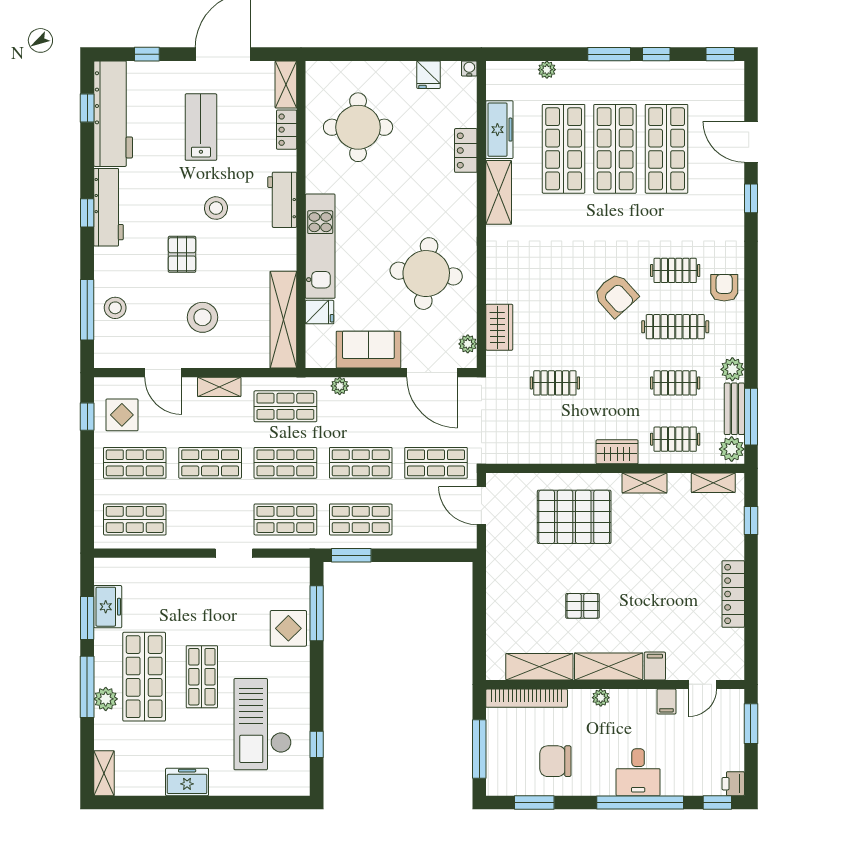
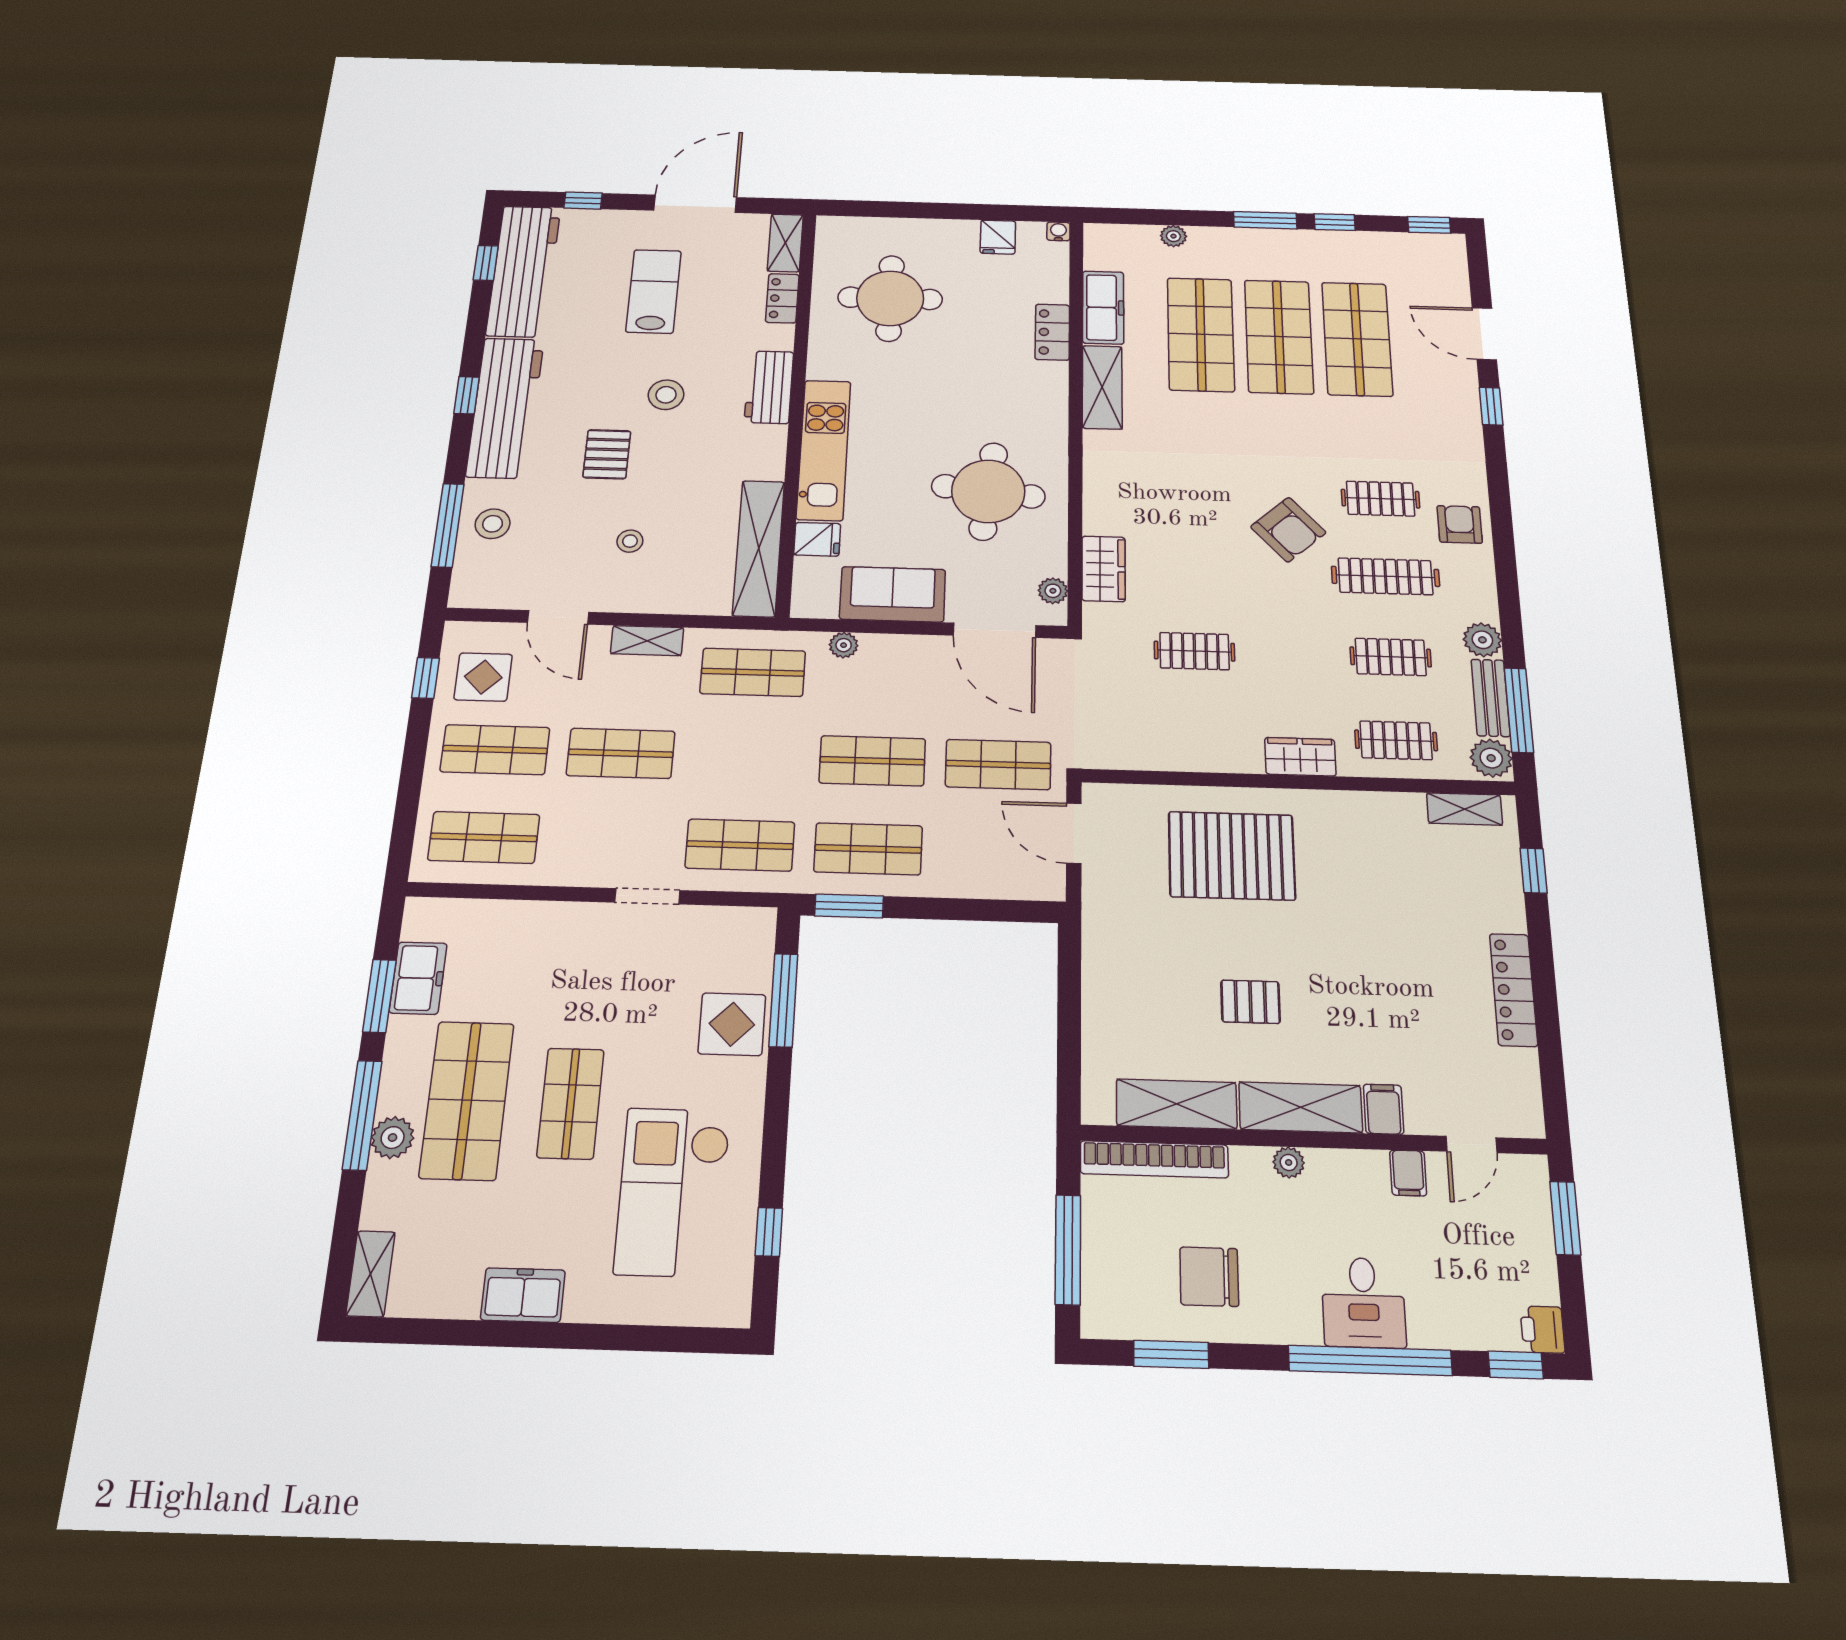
workbench: (108, 207) -> (505, 408), width x1.36, depth x1.32
stool: (202, 317) -> (630, 541), width x0.53, depth x0.53
shop shelf: (285, 463) -> (746, 757), removed
shelving: (645, 483) -> (1349, 806), removed

